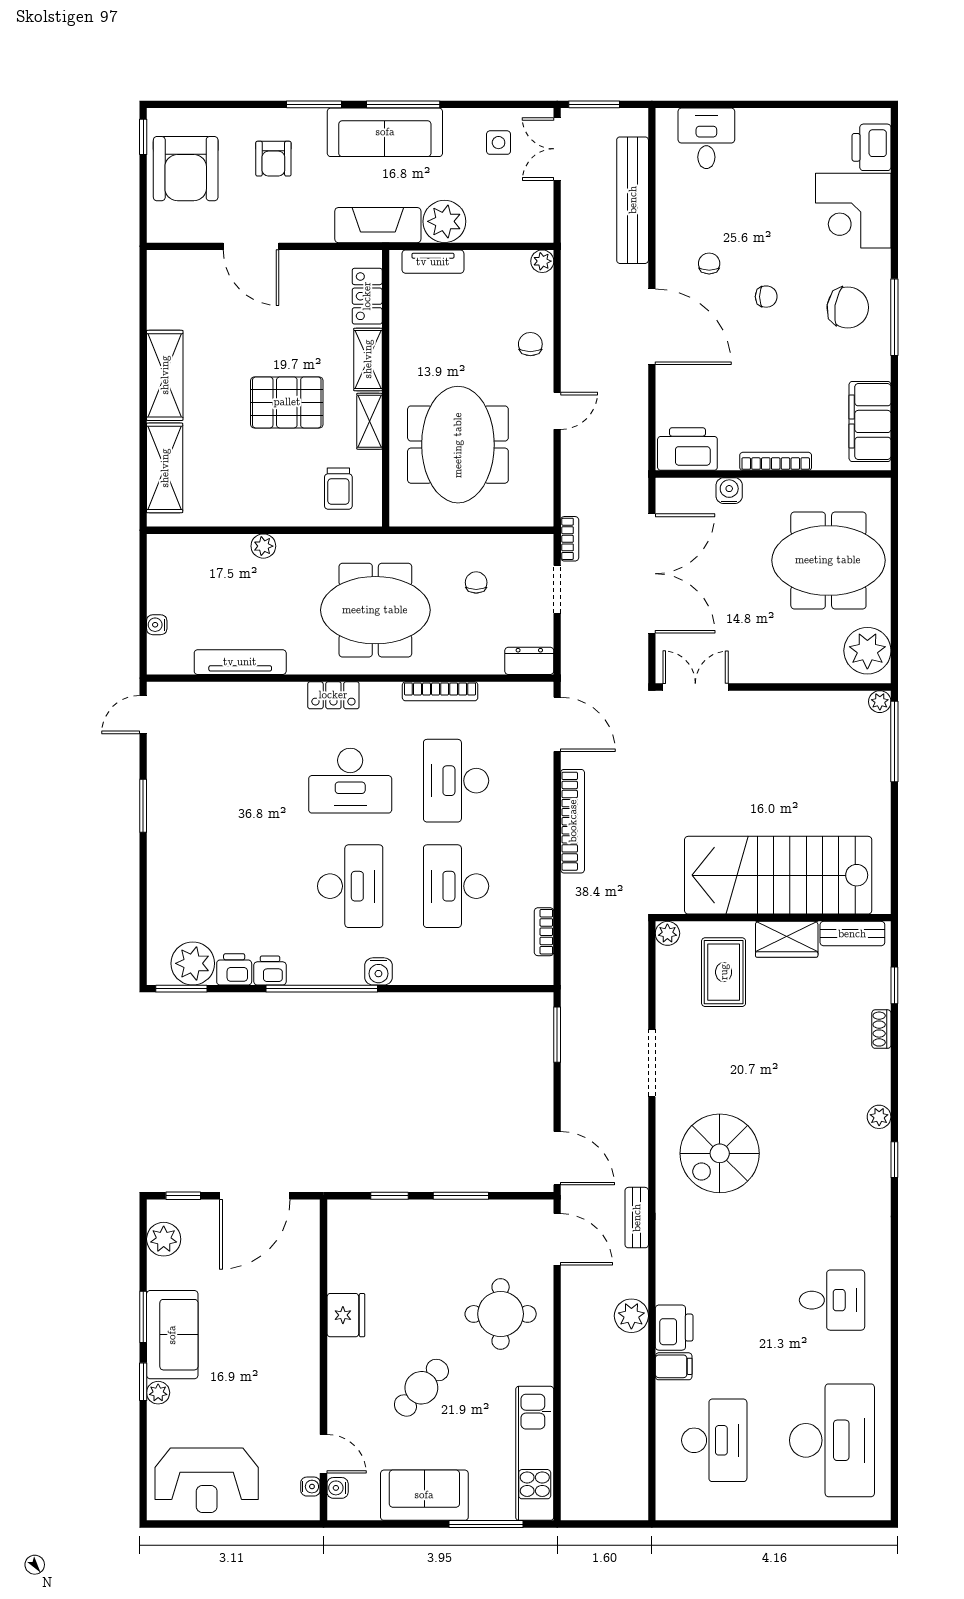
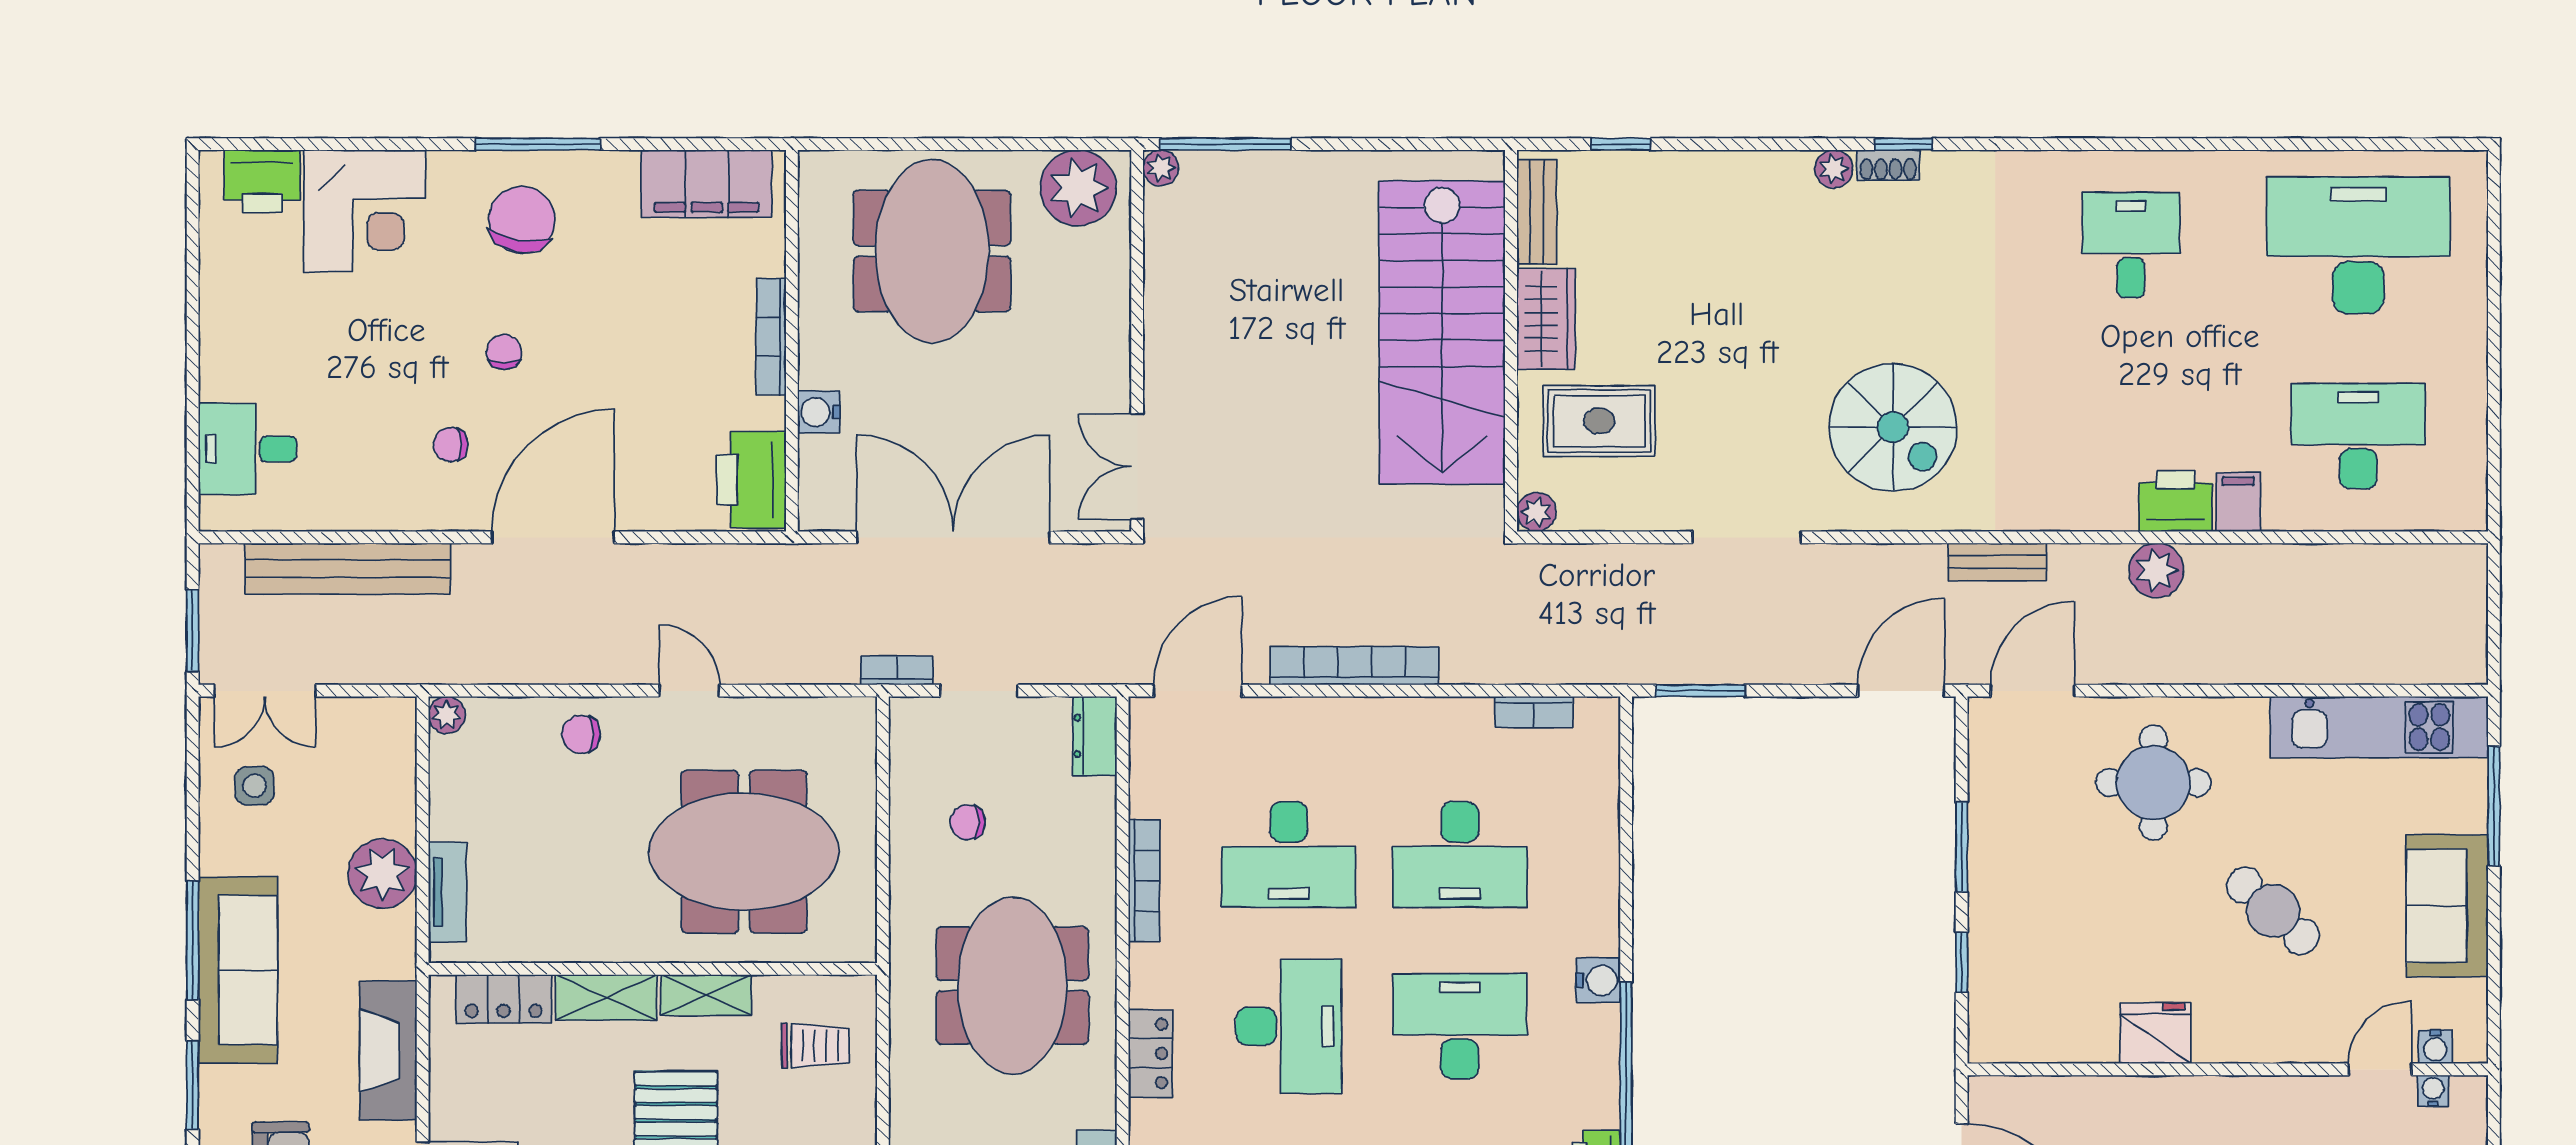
fireplace: (378, 225) -> (388, 1051), moved
shoe rack: (881, 1029) -> (1888, 165), moved

